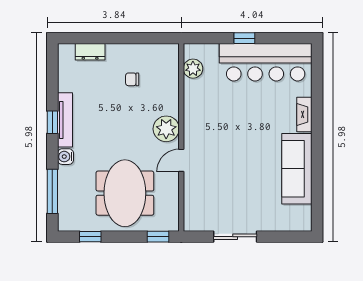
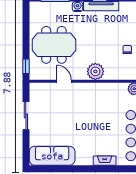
door: (181, 160) -> (64, 81), moved
sofa: (297, 169) -> (52, 156), moved
window: (90, 237) -> (26, 23), removed

